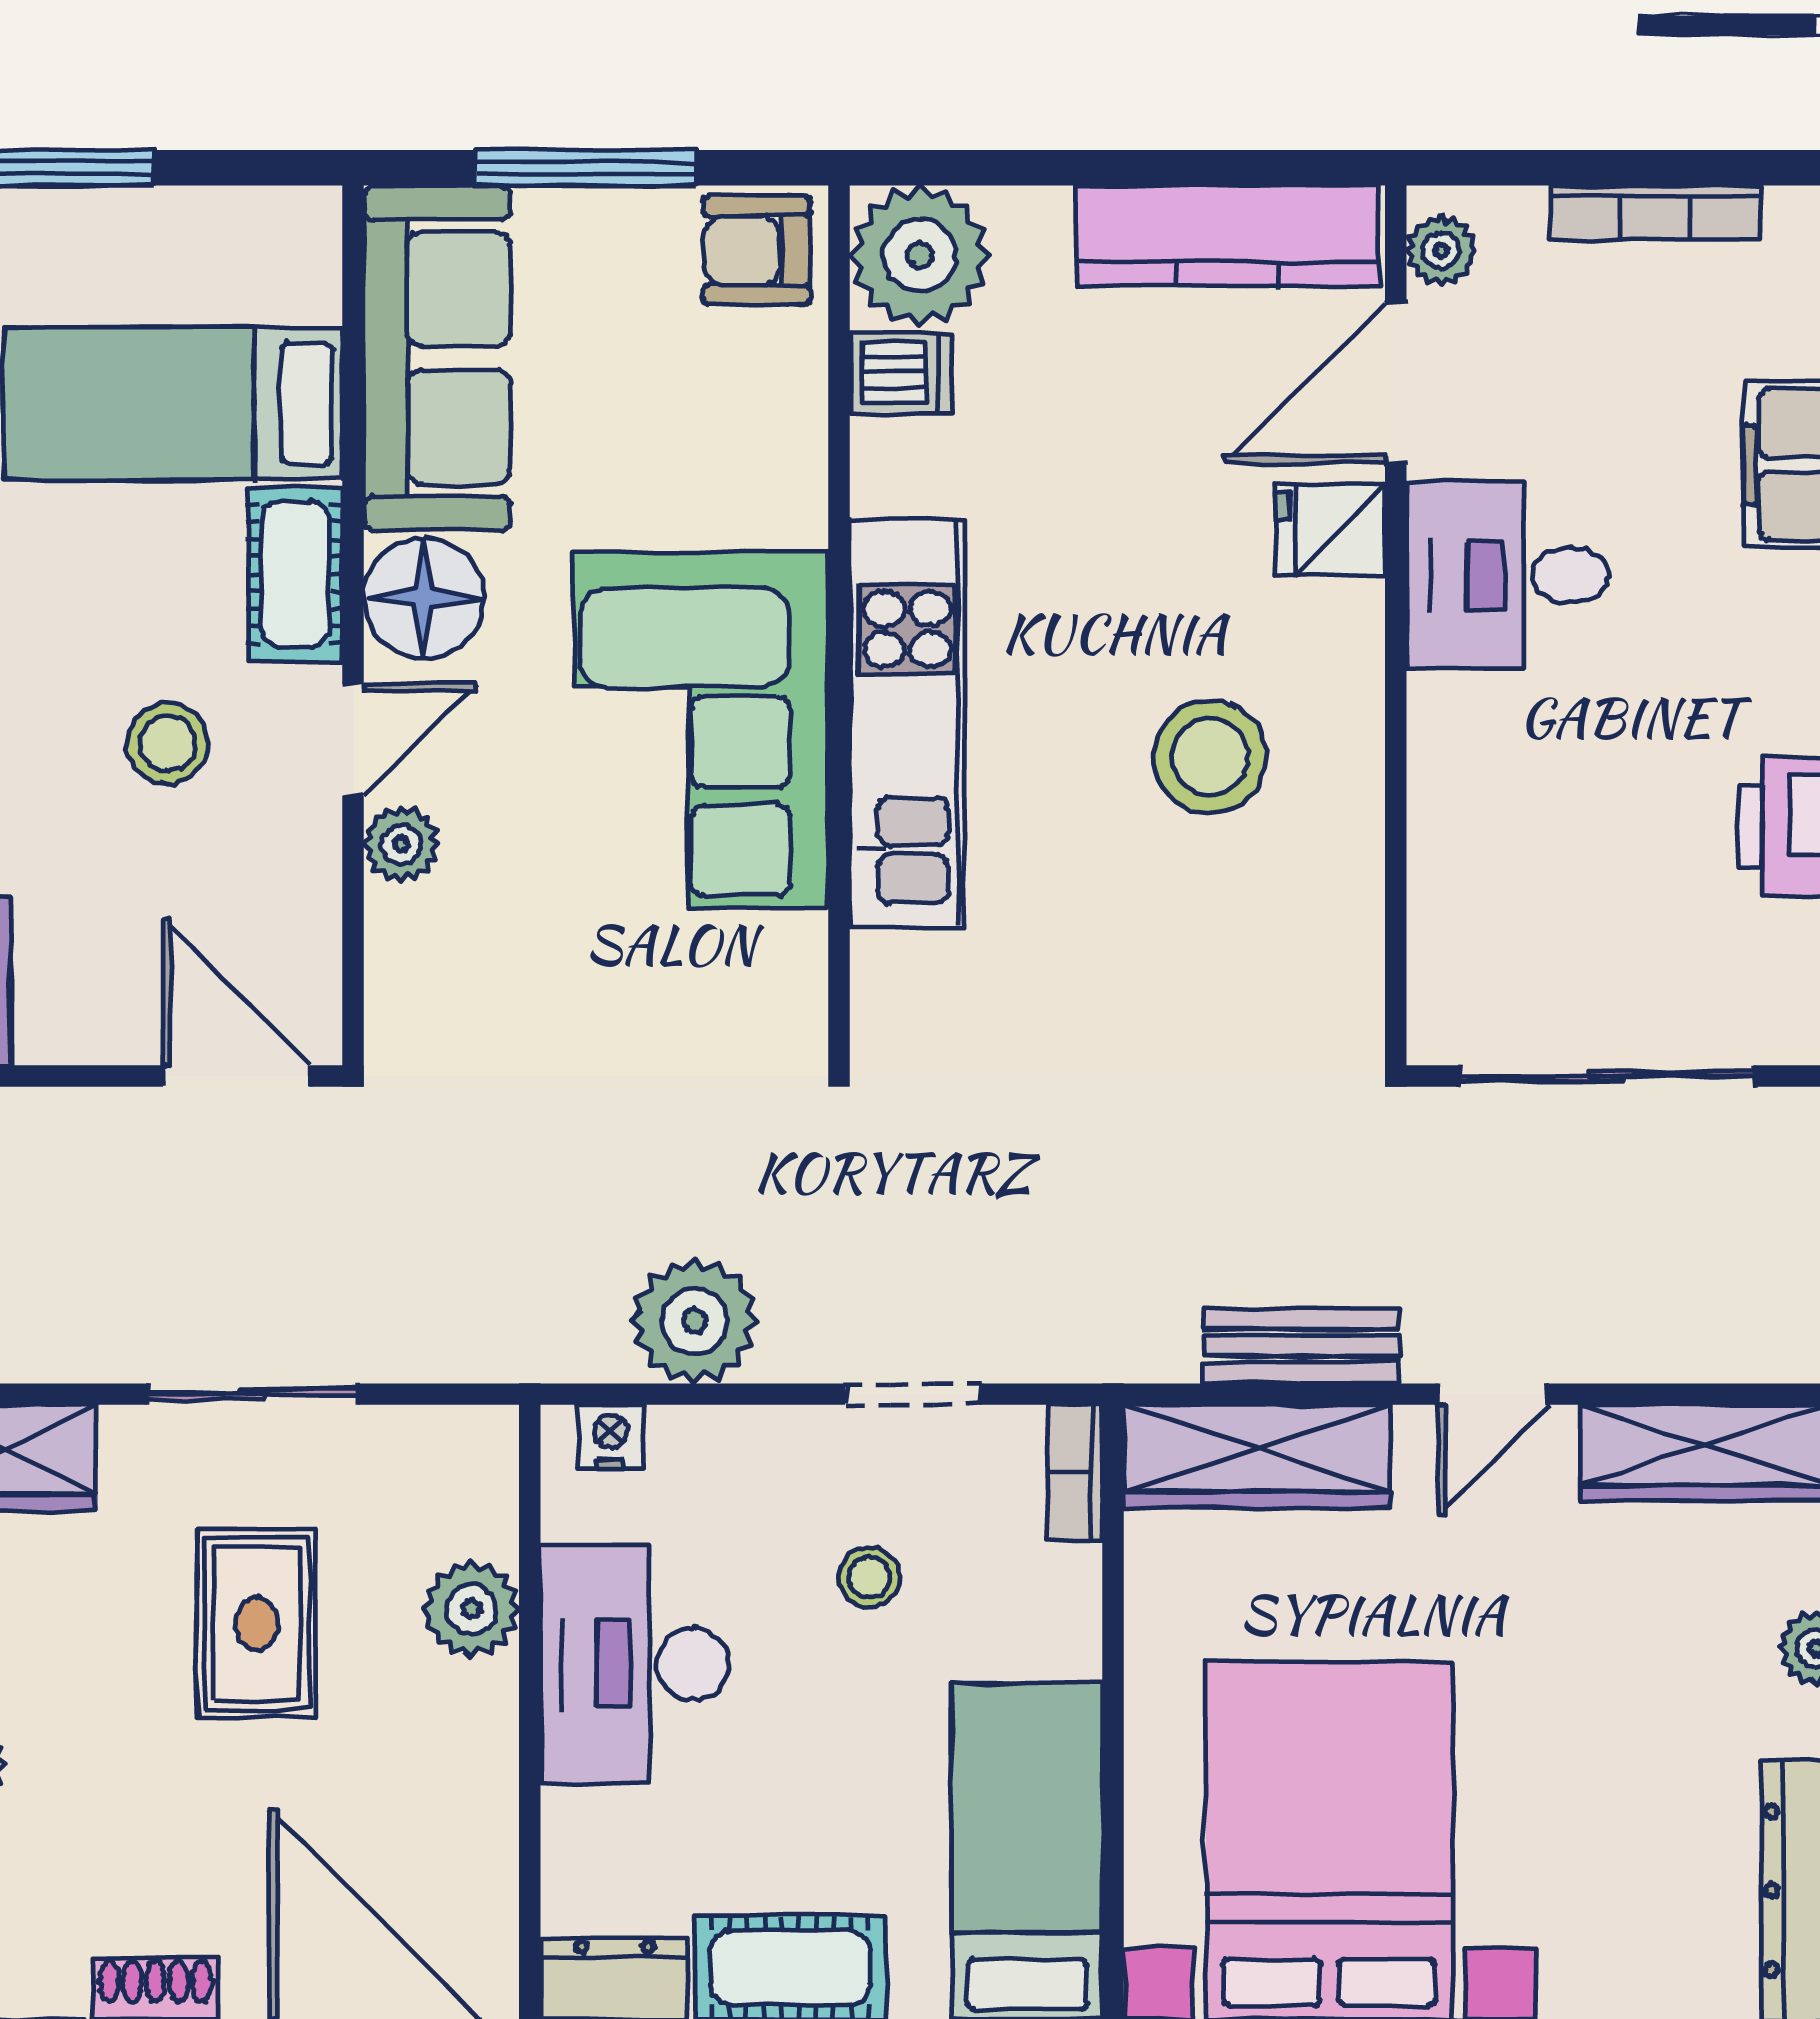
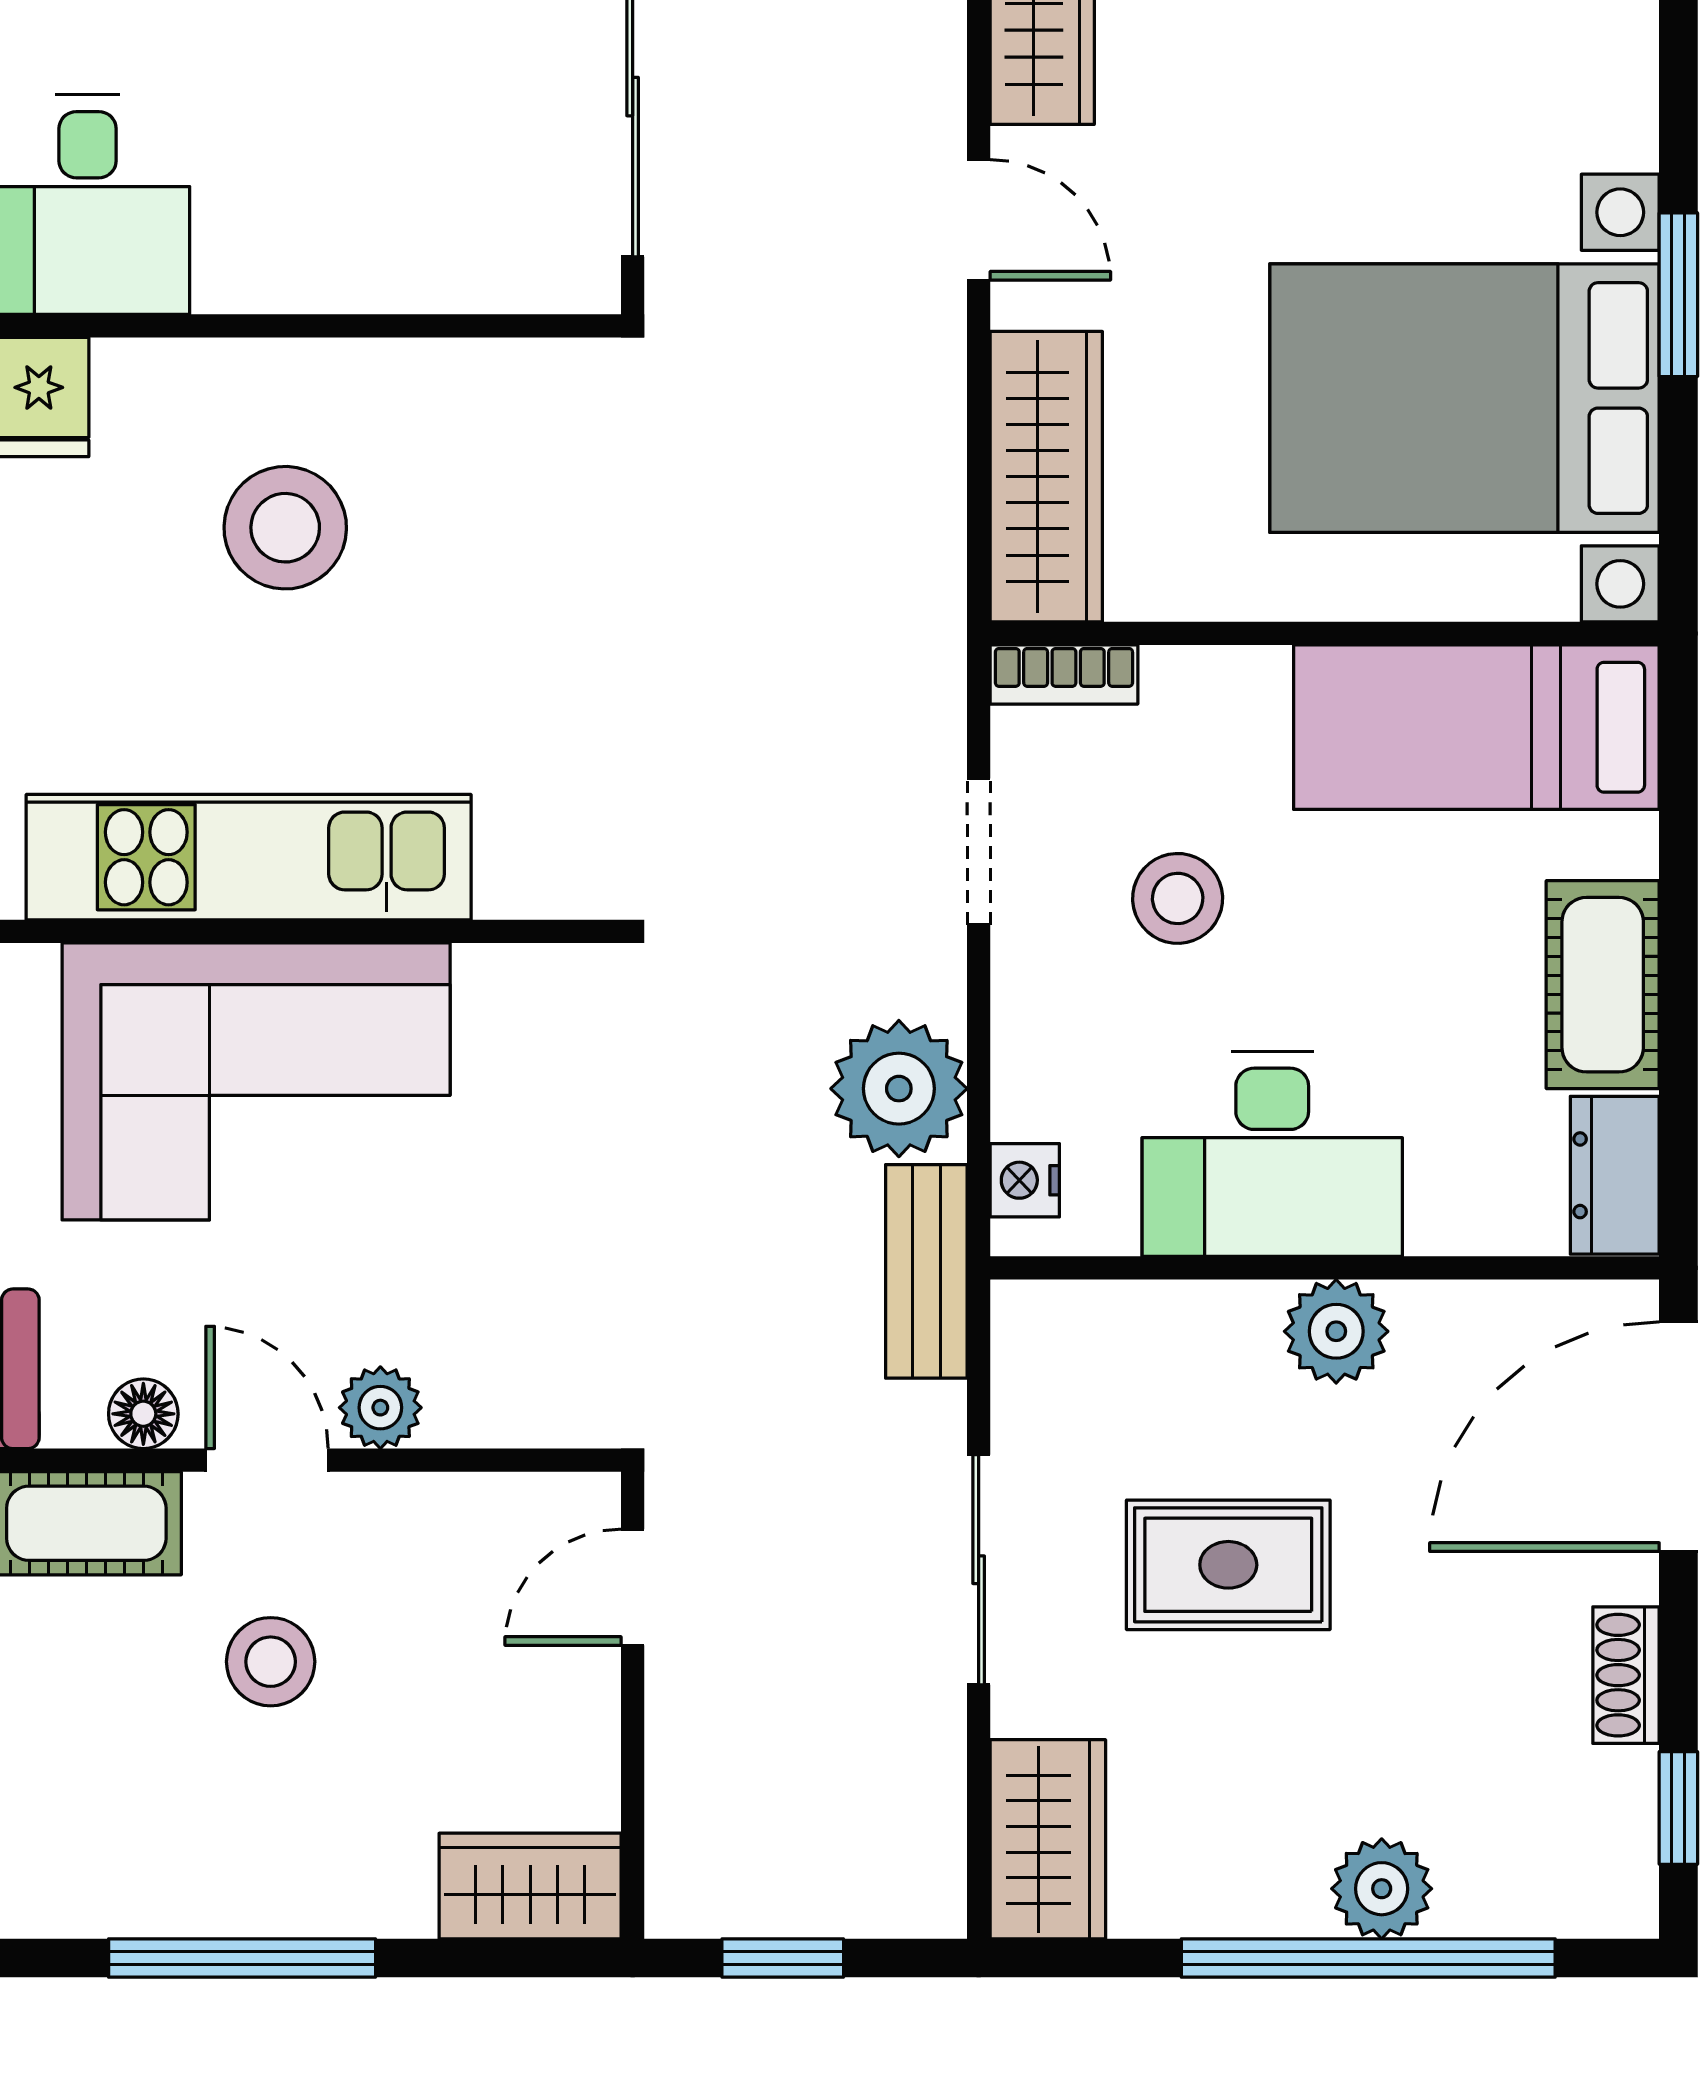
floor lamp: (424, 598) -> (143, 1414), width x0.53, depth x0.53
door: (236, 1076) -> (633, 1587), width x0.73
bench: (1302, 1346) -> (926, 1271), moved
stool: (869, 1577) -> (1178, 898), width x1.37, depth x1.37
plant: (472, 1609) -> (1336, 1331), moved

